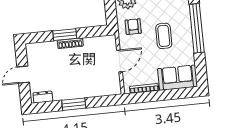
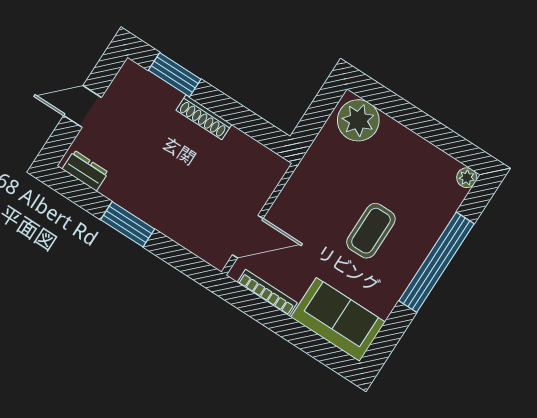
armchair: (133, 27) -> (332, 174), removed
window: (65, 35) -> (175, 75), moved
door: (120, 61) -> (248, 237), moved

